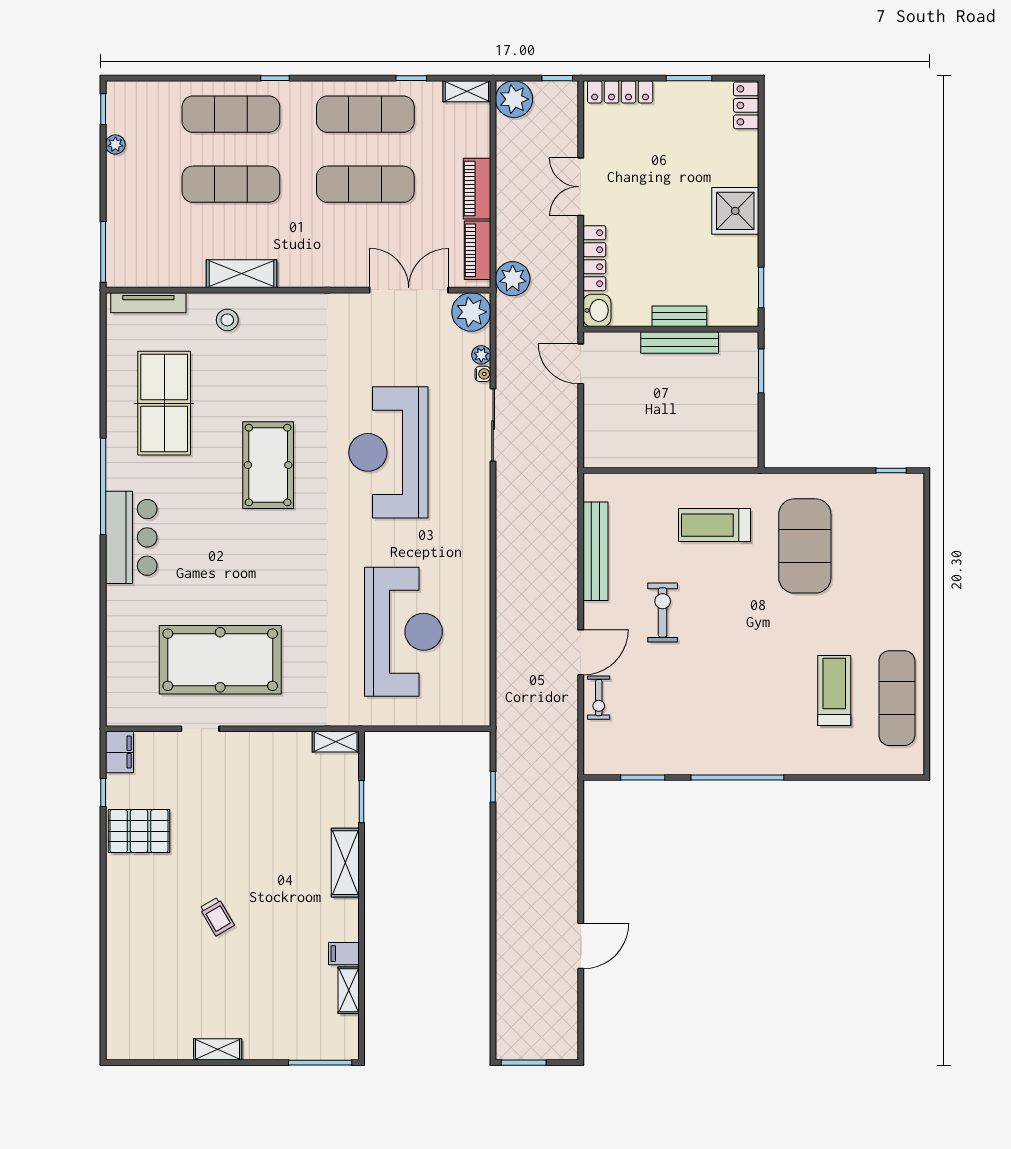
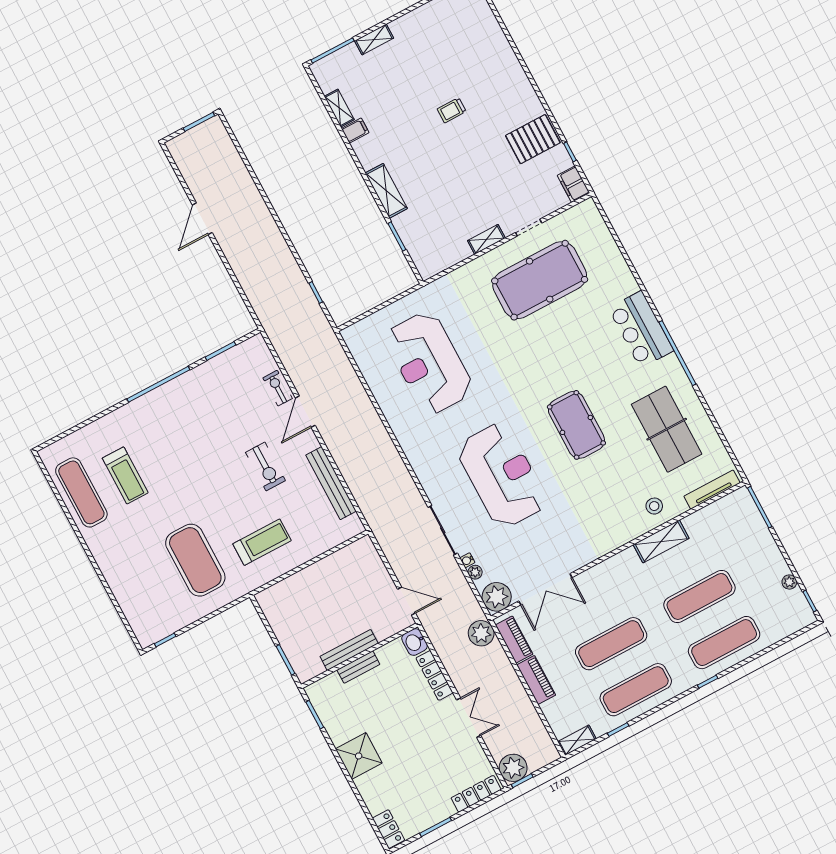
plant: (514, 99) -> (513, 768), moved
shelving: (336, 742) -> (486, 239), moved
trolley: (217, 917) -> (452, 110), turned -60
shelving: (218, 1049) -> (374, 39), moved

